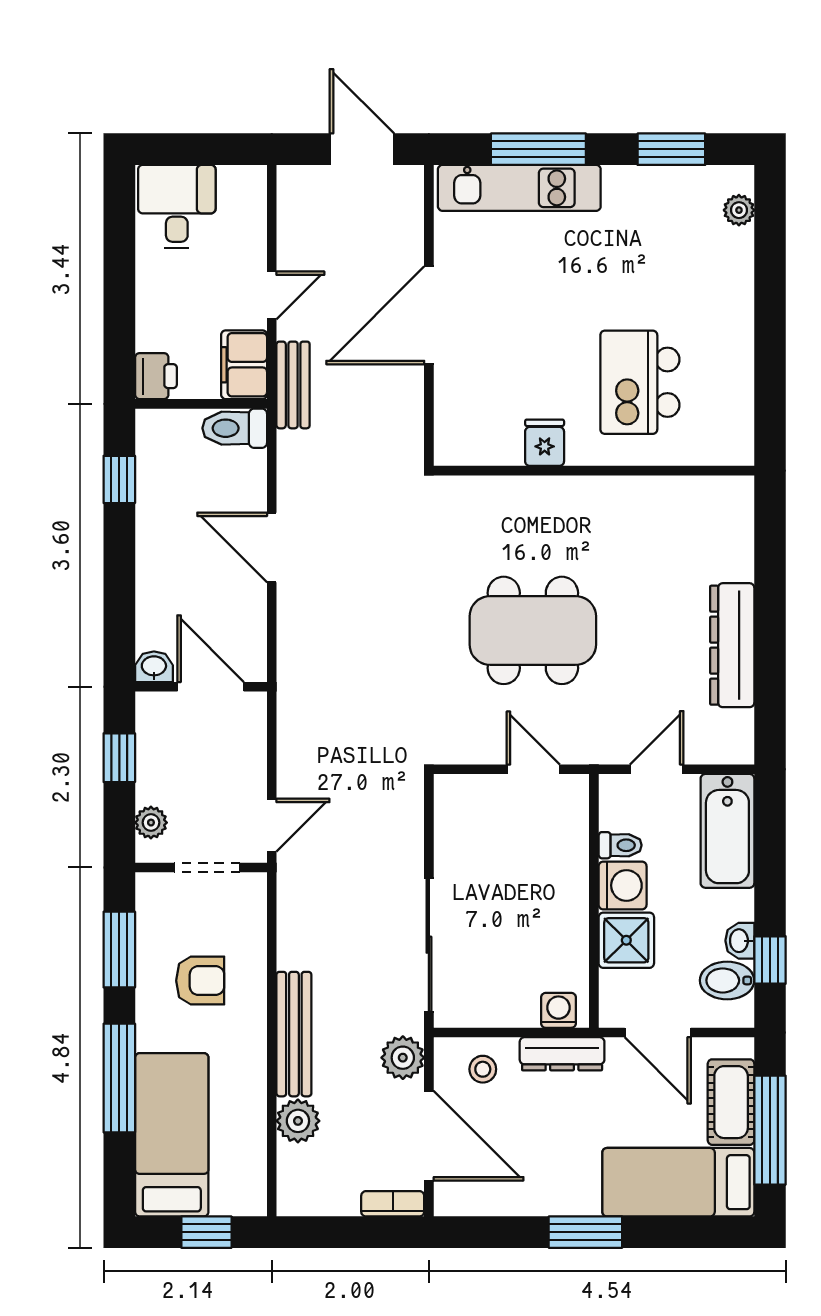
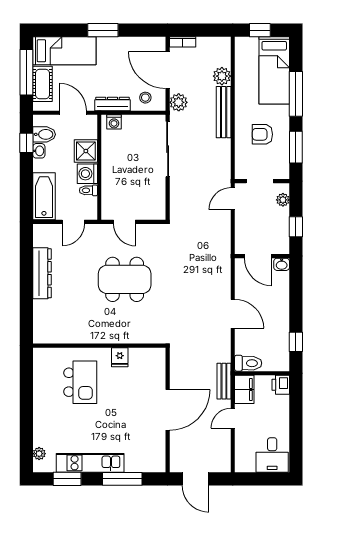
kitchen unit: (519, 188) -> (90, 463), moved

